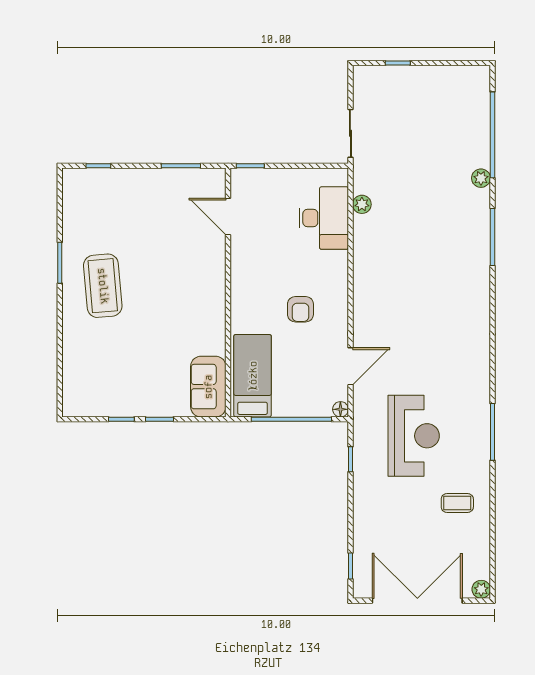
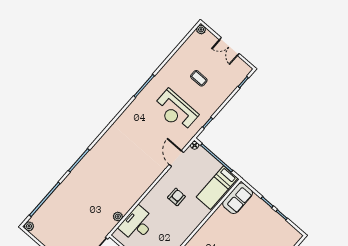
plant: (481, 178) -> (29, 226), moved
door: (350, 366) -> (176, 158), hinge flipped
reception desk: (414, 436) -> (176, 111), turned -90
coffee table: (457, 503) -> (199, 78), moved
double door: (417, 601) -> (229, 47), width x0.54

